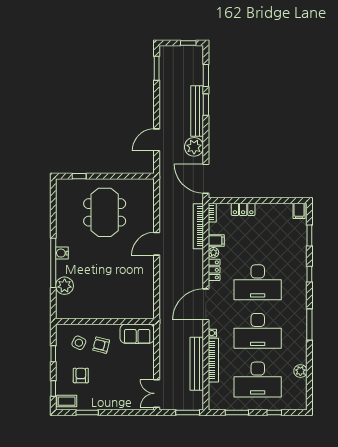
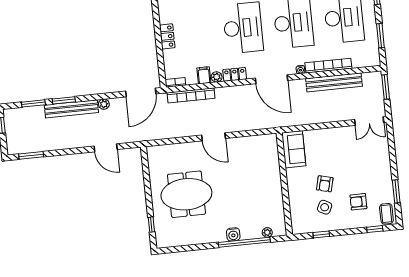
plant: (194, 147) -> (104, 104), width x0.53, depth x0.53
locker: (243, 209) -> (167, 36), moved
plant: (65, 286) -> (267, 232), width x0.53, depth x0.53
wall: (105, 321) -> (284, 184), moved
sofa: (137, 334) -> (294, 149), moved
window: (53, 354) -> (321, 234), moved

